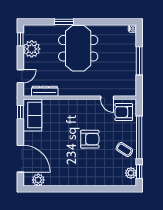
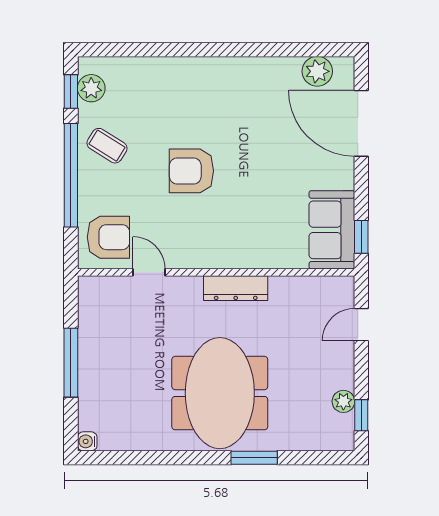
plant: (32, 49) -> (343, 401), width x0.53, depth x0.53
dresser: (45, 91) -> (236, 288), moved

